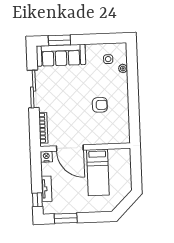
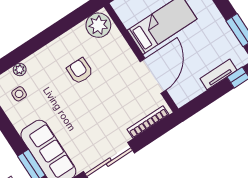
plant: (121, 133) -> (98, 25), added
nightstand: (46, 157) -> (180, 98), removed

